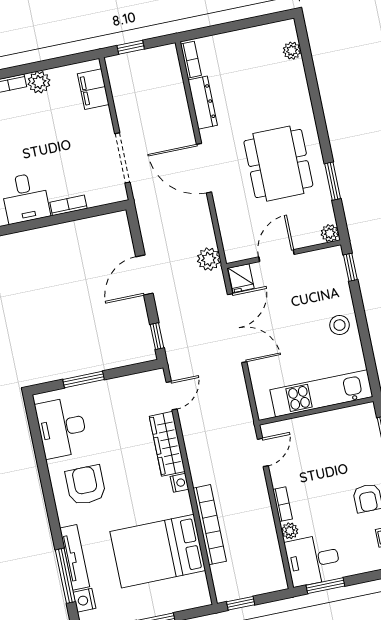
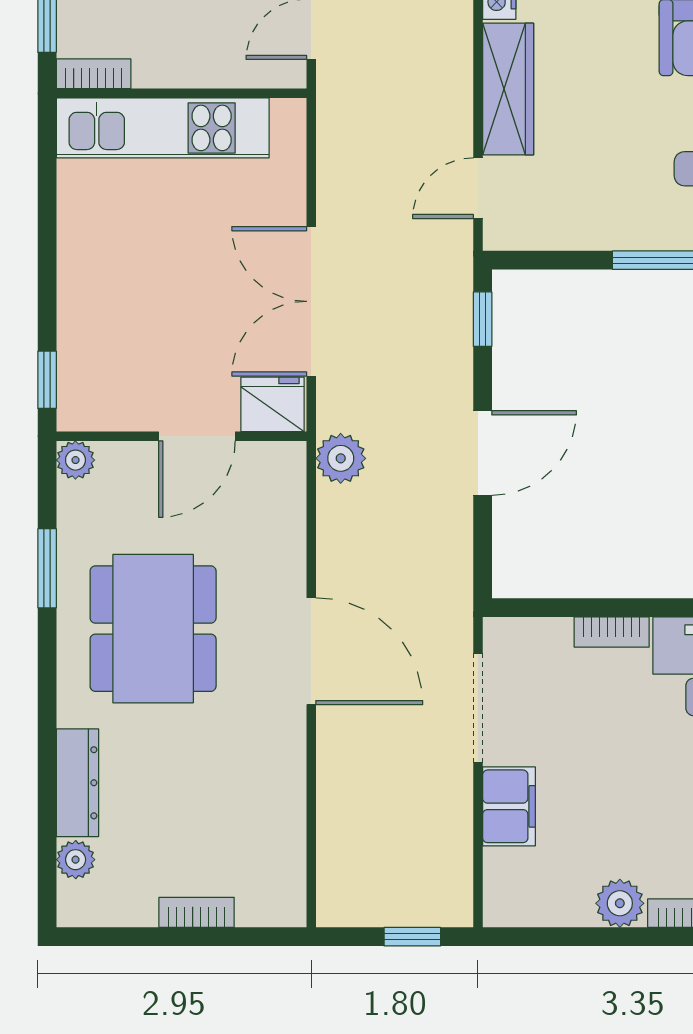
bookcase: (191, 60) -> (197, 912), moved, turned 90
filing cabinet: (93, 89) -> (509, 806), moved
dresser: (203, 103) -> (77, 783), moved, turned 180
fridge: (241, 278) -> (272, 404), width x1.38
stool: (339, 325) -> (95, 263), removed
bookcase: (358, 412) -> (94, 74), added

